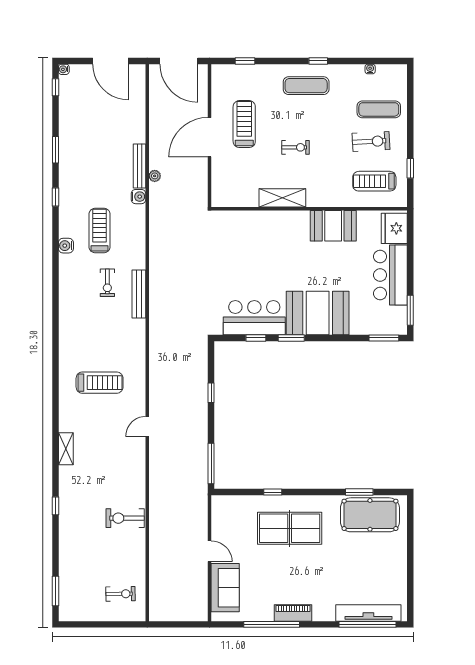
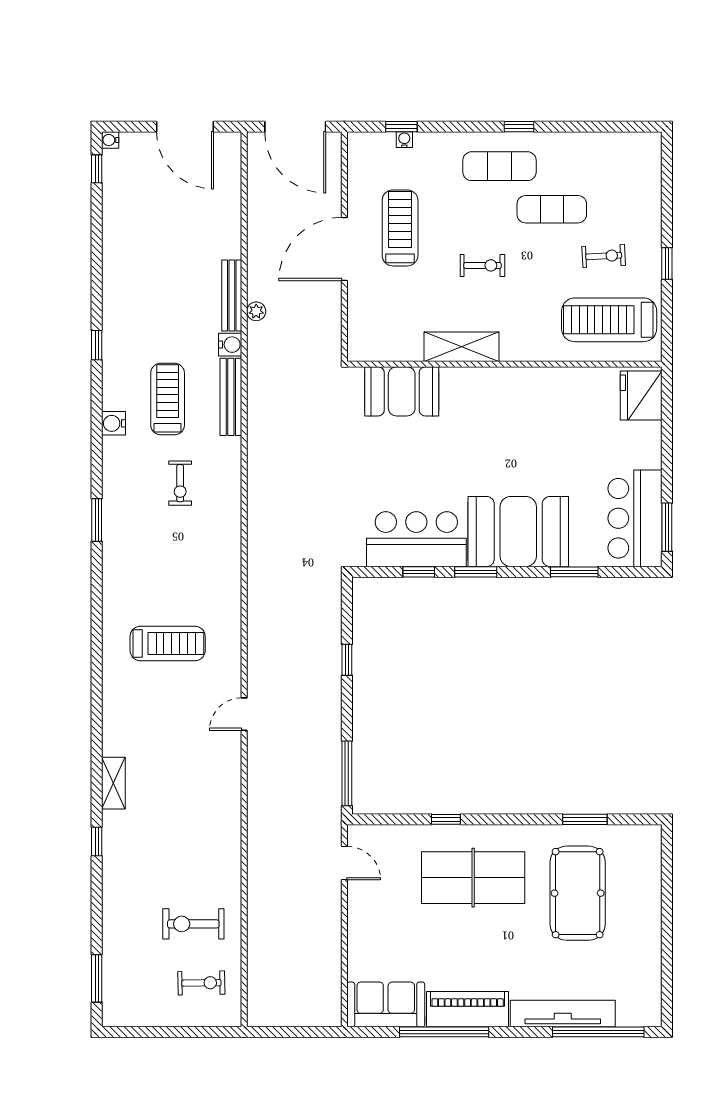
water cooler: (370, 69) -> (404, 140), moved
exercise mat: (379, 109) -> (552, 209), moved
exercise bike: (371, 141) -> (604, 256), width x0.73, depth x0.72
window: (55, 150) -> (97, 520), moved
window: (410, 168) -> (667, 264), moved
treadmill: (374, 181) -> (609, 320), width x1.37, depth x1.38
booth: (333, 226) -> (402, 391), moved
bar counter: (390, 275) -> (635, 518), moved
bench: (139, 294) -> (231, 397), moved
window: (384, 338) -> (574, 572), moved
shelving: (66, 449) -> (113, 783), moved
pool table: (370, 515) -> (578, 893), moved, turned 90
exercise bike: (125, 518) -> (193, 924), moved
door: (210, 551) -> (344, 863), moved
sofa: (225, 588) -> (386, 1004), moved, turned -90
piano: (293, 613) -> (468, 1009), width x1.37, depth x1.33
tv unit: (368, 613) -> (563, 1014), moved

